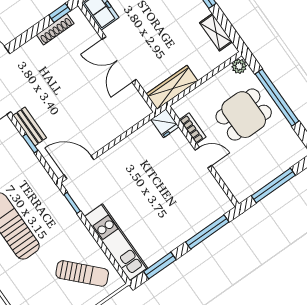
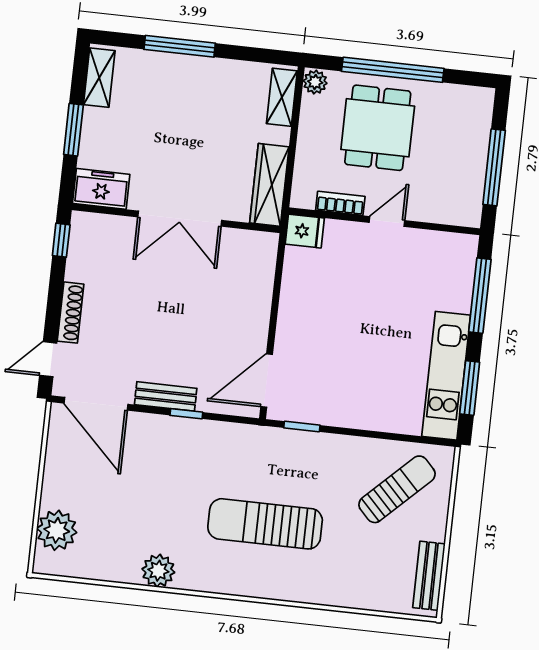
shoe rack: (55, 29) -> (71, 313), moved
shelving: (216, 32) -> (282, 97), moved, turned 90
kitchen unit: (116, 242) -> (446, 376), moved, turned -90

